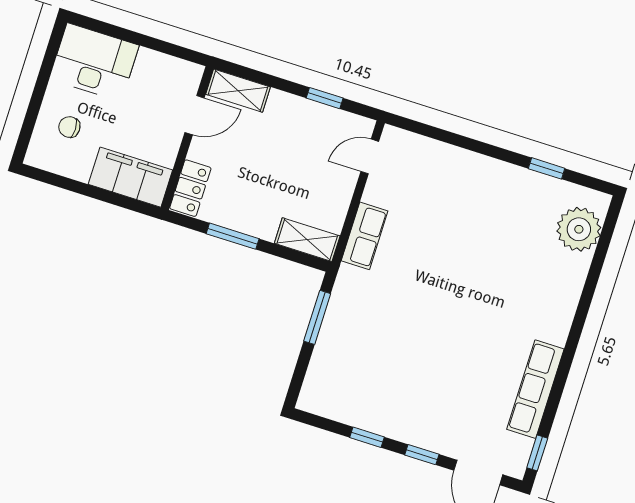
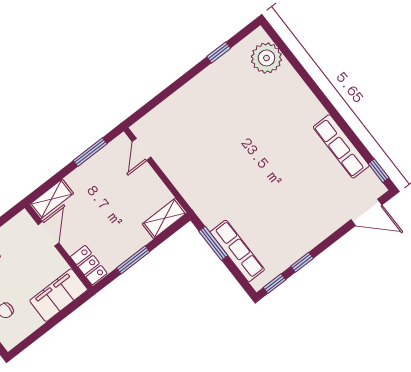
window: (325, 98) -> (90, 152), width x1.50
row of seats: (365, 236) -> (237, 251), moved, width x1.48
window: (422, 455) -> (274, 284), moved

